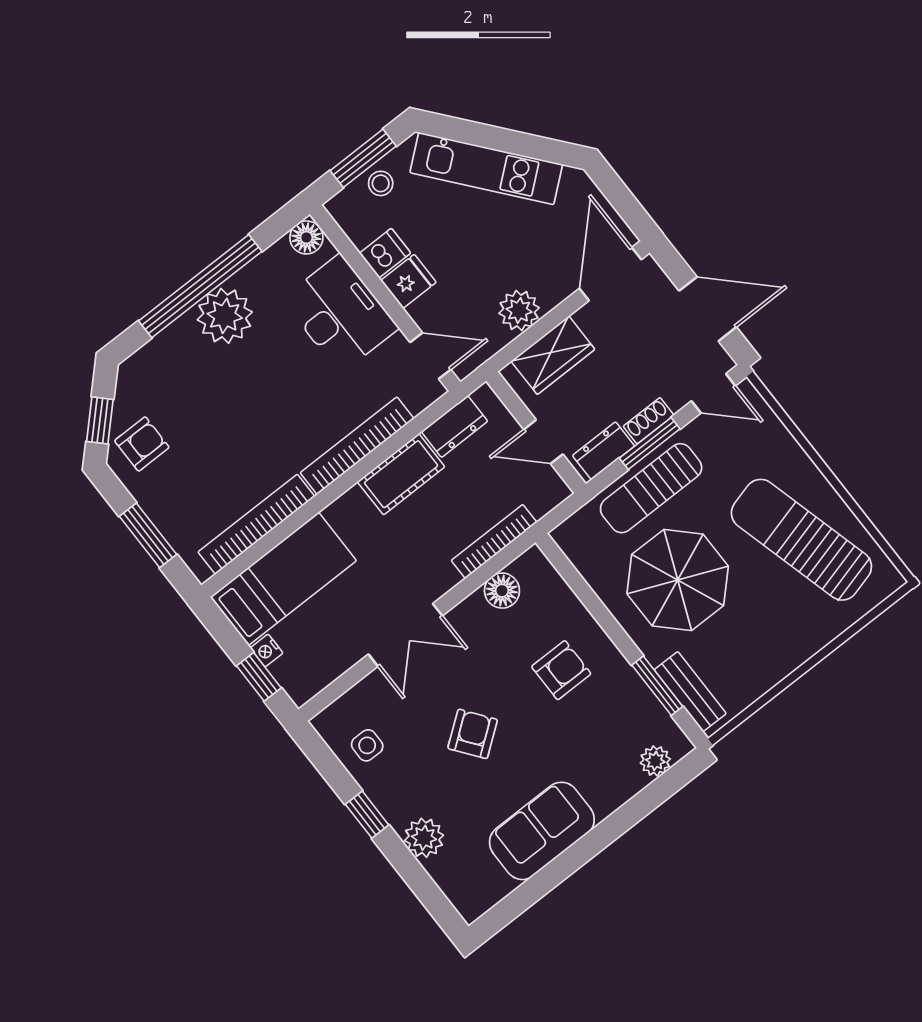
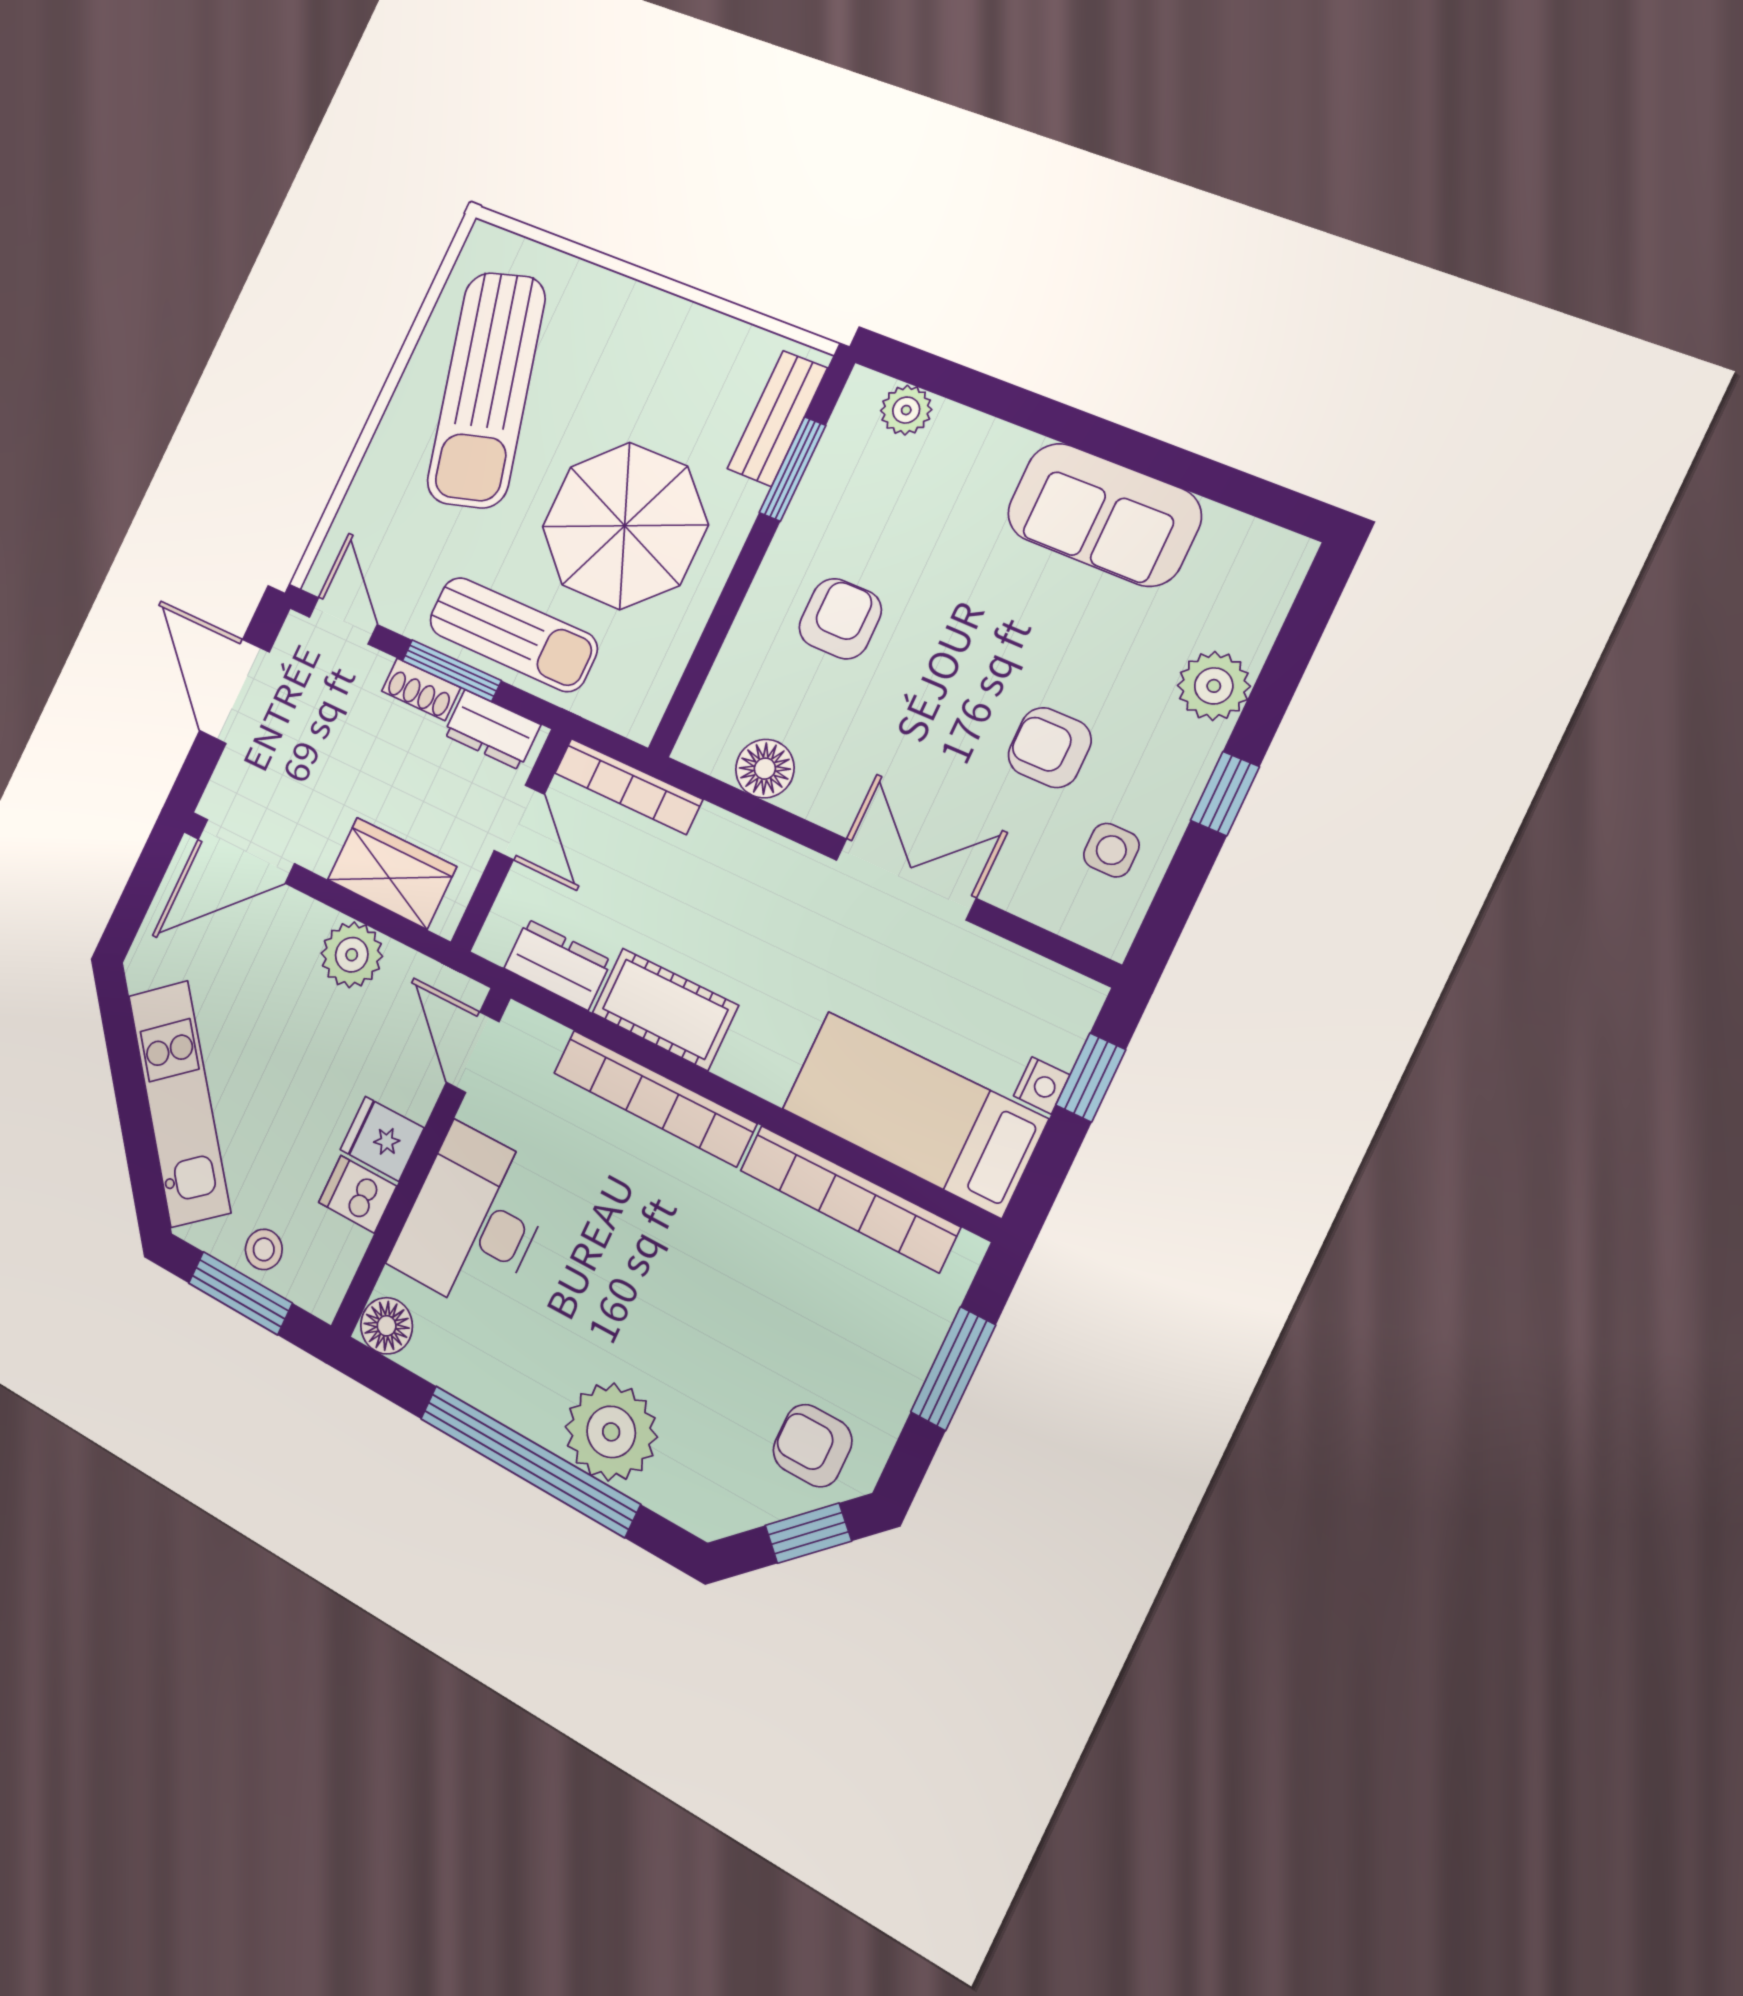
plant: (225, 316) -> (611, 1432), moved
bookcase: (494, 541) -> (628, 786), moved
armchair: (561, 670) -> (840, 619), turned 90
armchair: (473, 734) -> (1050, 748), moved, turned 37

